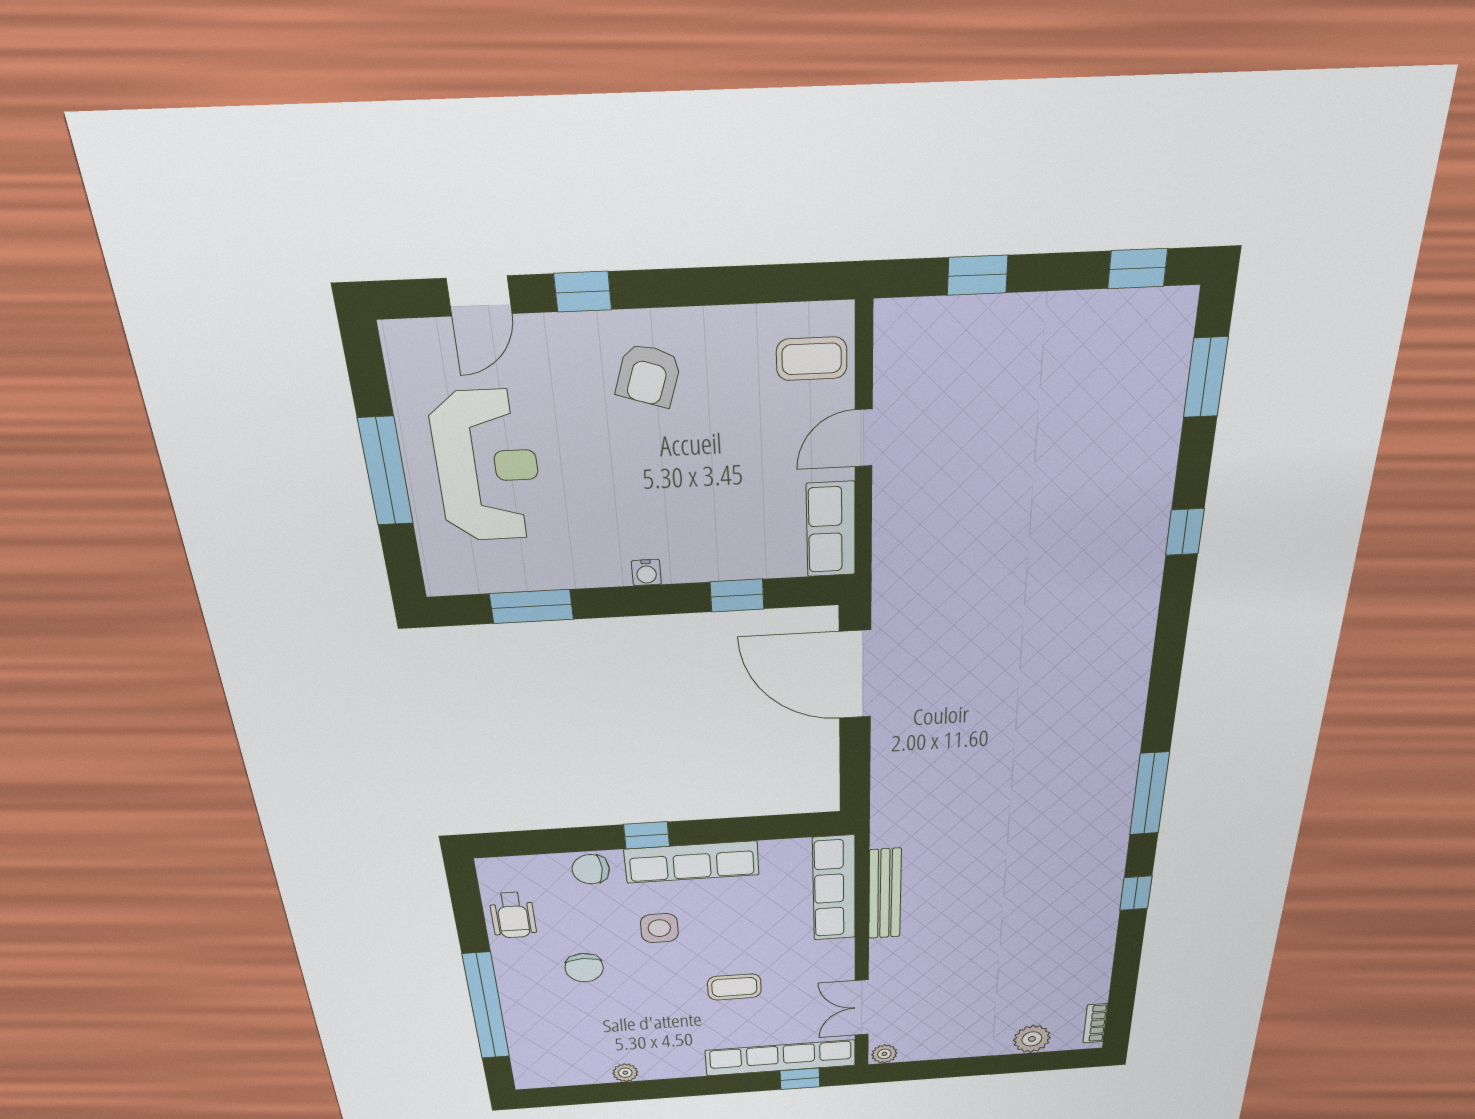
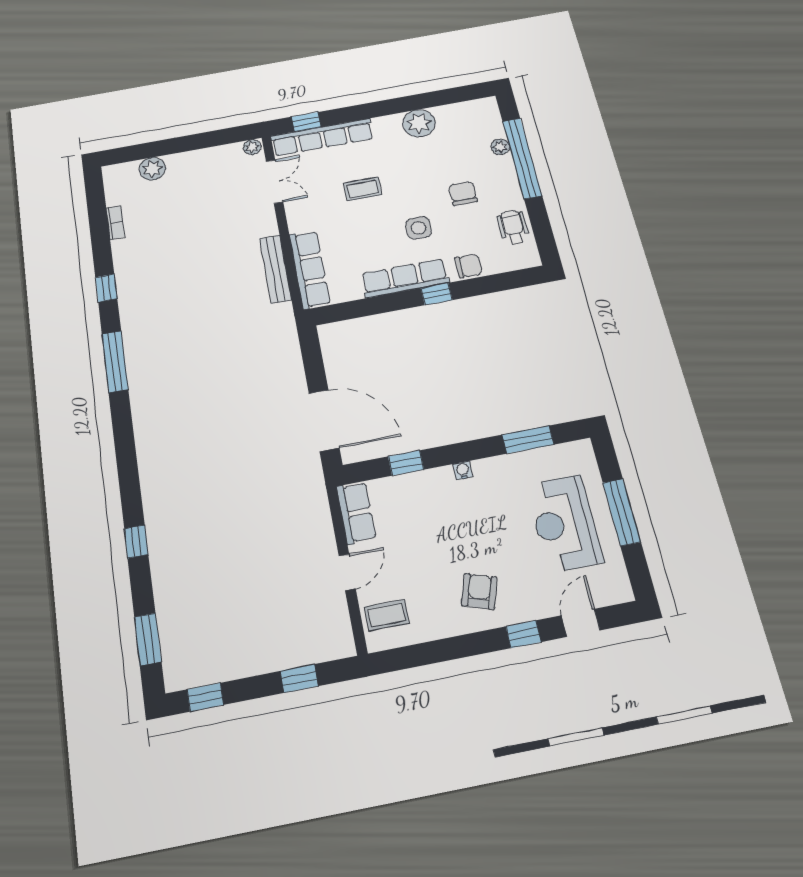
bookcase: (1095, 1023) -> (115, 223), moved
plant: (518, 1024) -> (500, 147), added
plant: (625, 1073) -> (419, 123), width x1.88, depth x1.88

